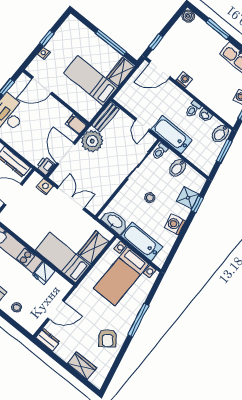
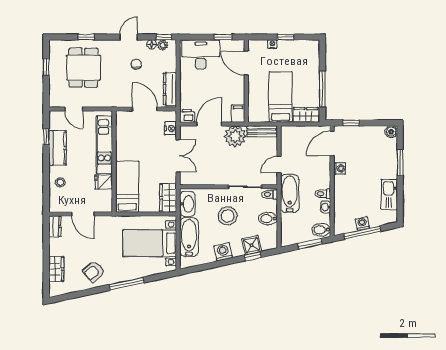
door: (160, 70) -> (332, 143), hinge flipped
stool: (150, 198) -> (228, 216), width x1.89, depth x1.89
wardrobe: (94, 247) -> (168, 198), moved, turned -90

